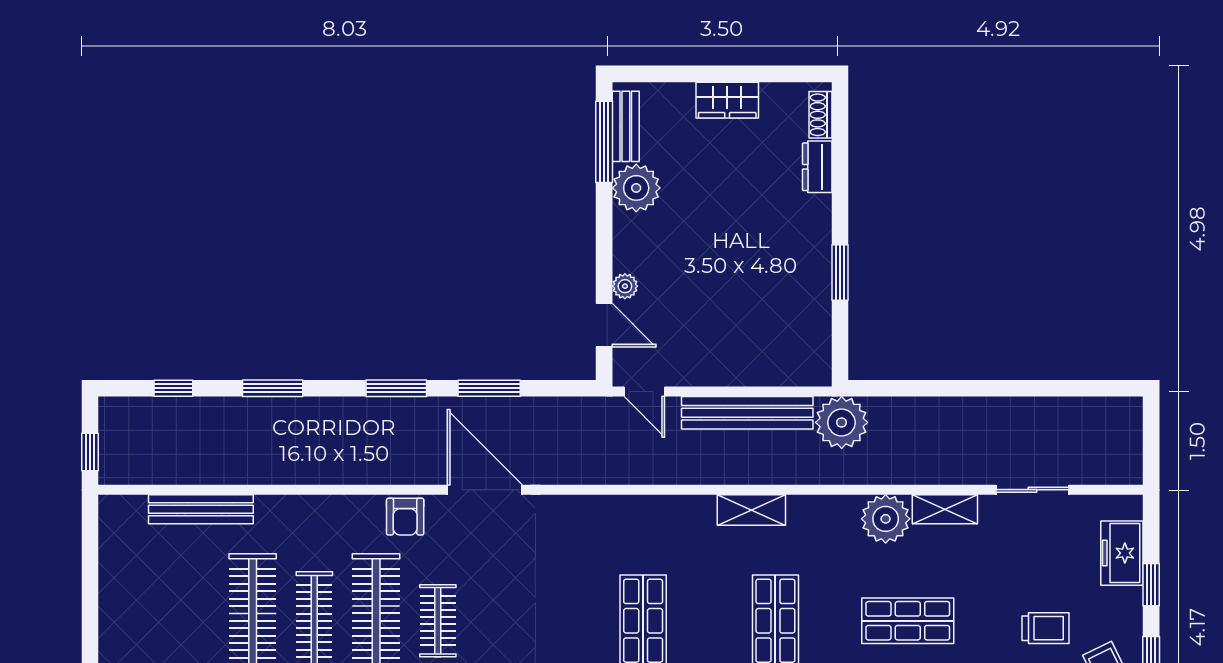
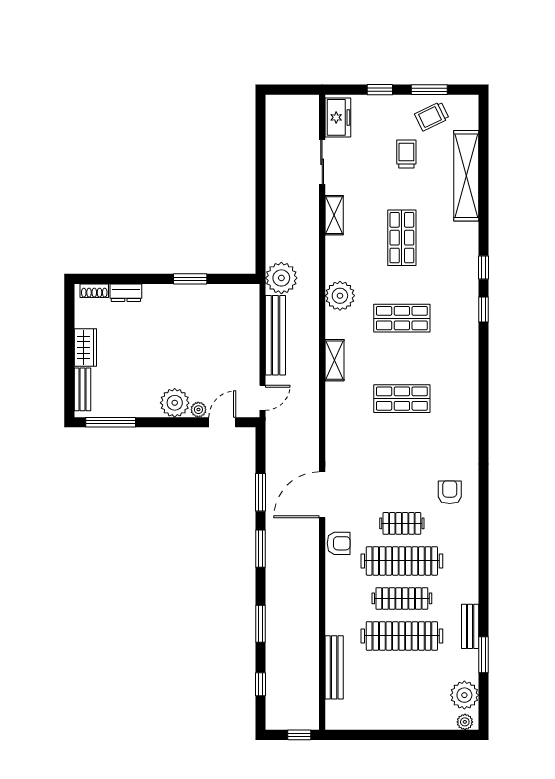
bench: (626, 126) -> (83, 389), moved, turned 90
plant: (636, 188) -> (175, 403), moved
shelving: (751, 510) -> (335, 360), moved
plant: (886, 519) -> (340, 296), moved
freezer: (1122, 553) -> (338, 117), moved, turned -90

